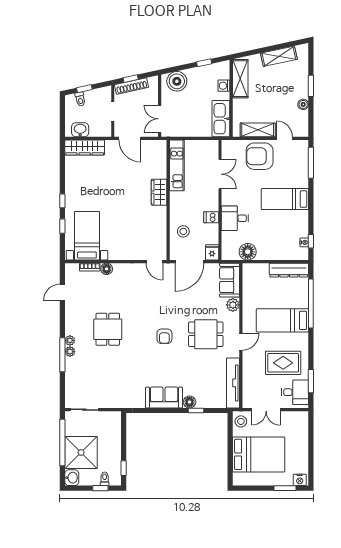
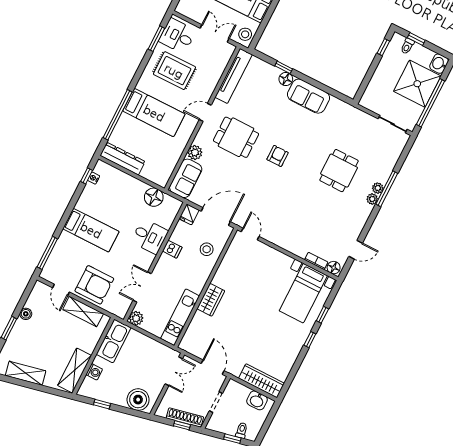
plant: (212, 146) -> (136, 318), added
floor lamp: (107, 269) -> (334, 268), moved
dining table: (108, 329) -> (339, 171), moved

